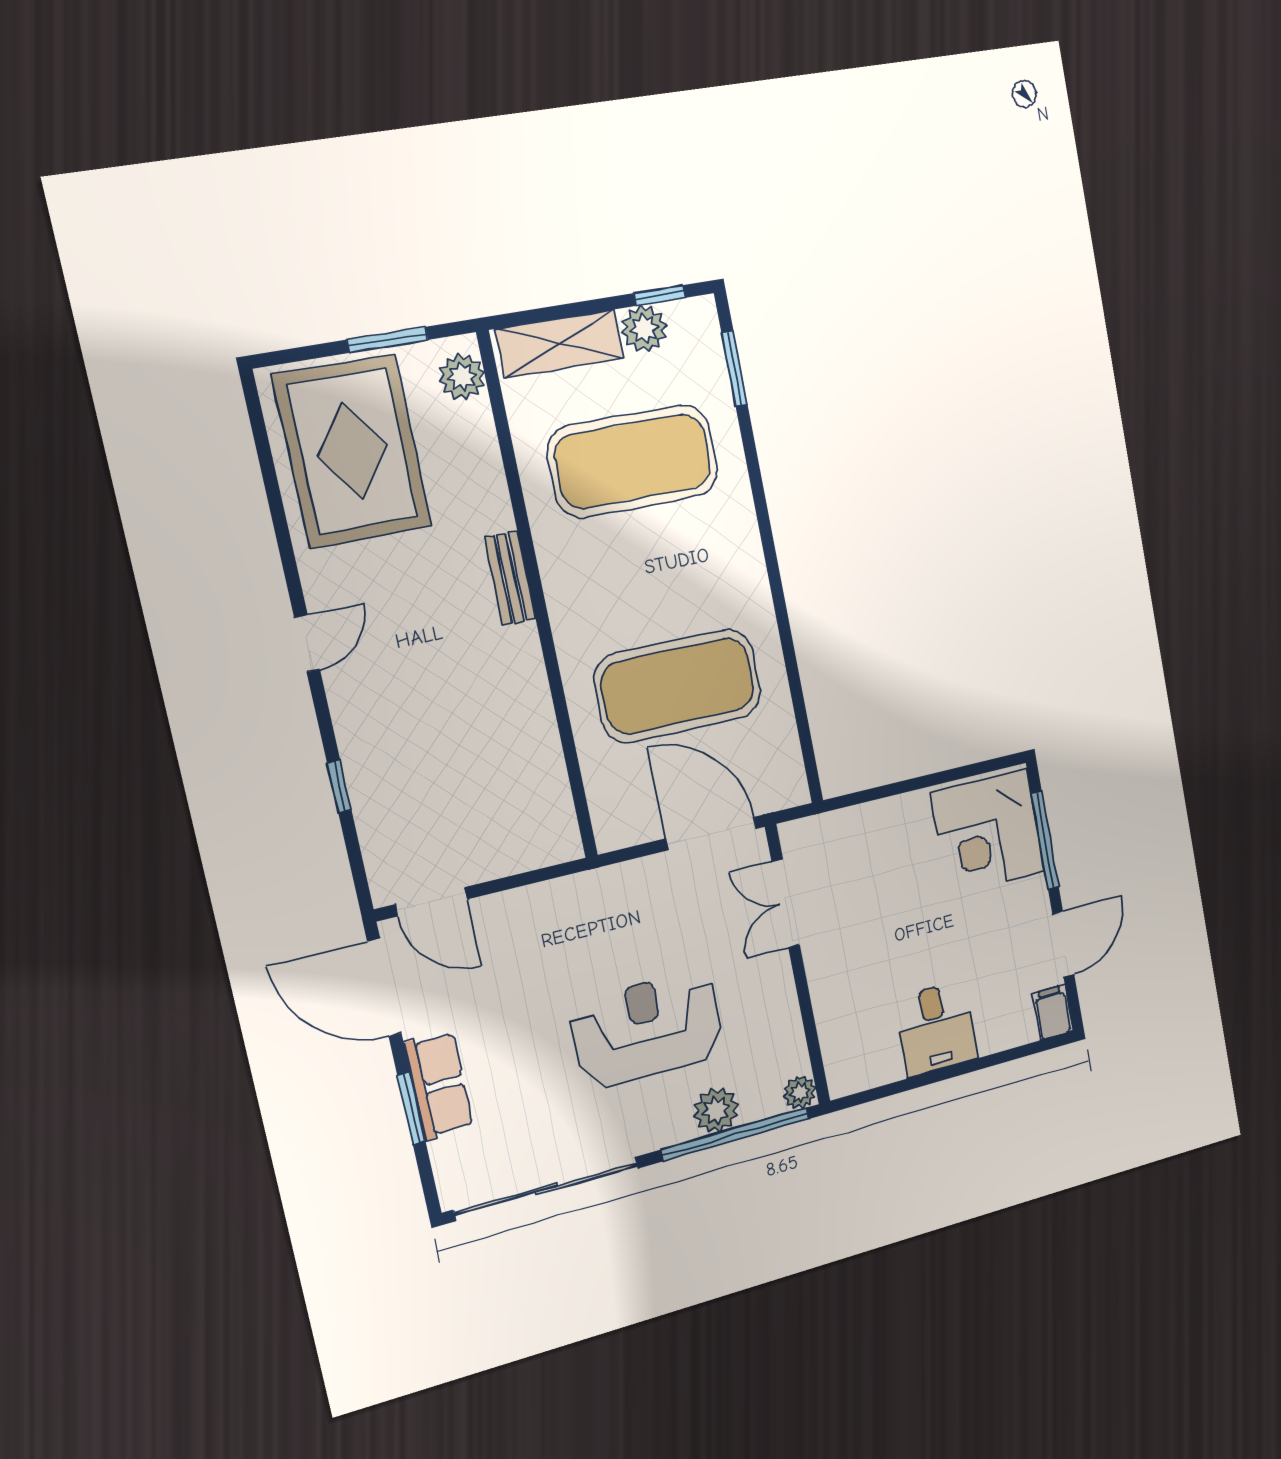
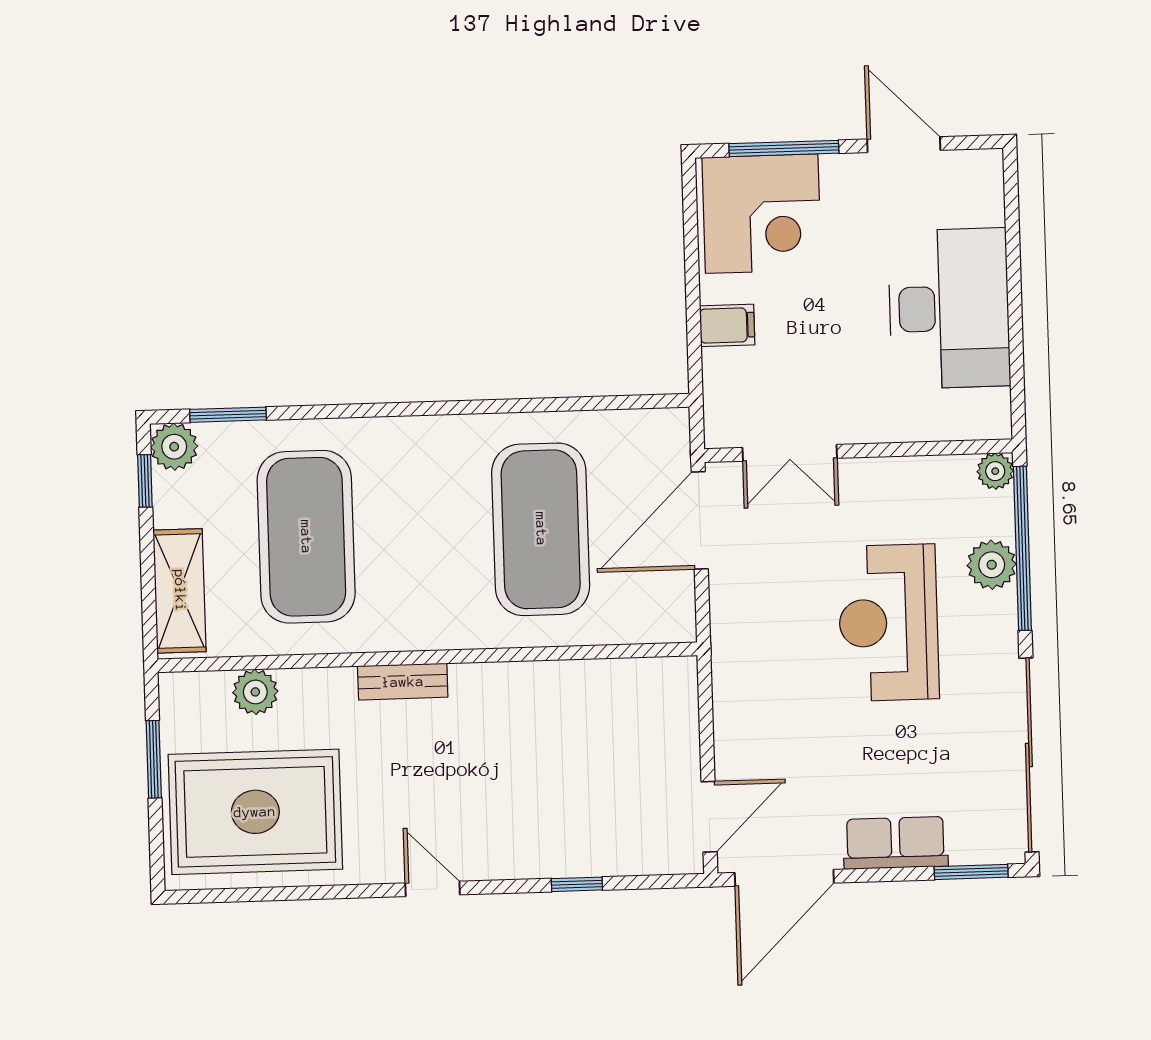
plant: (644, 329) -> (174, 447), moved
plant: (462, 377) -> (255, 692), moved
filing cabinet: (1053, 1012) -> (727, 325), moved, turned 180
desk: (936, 1029) -> (949, 308), width x1.87, depth x1.30
window: (411, 1108) -> (971, 872), moved

